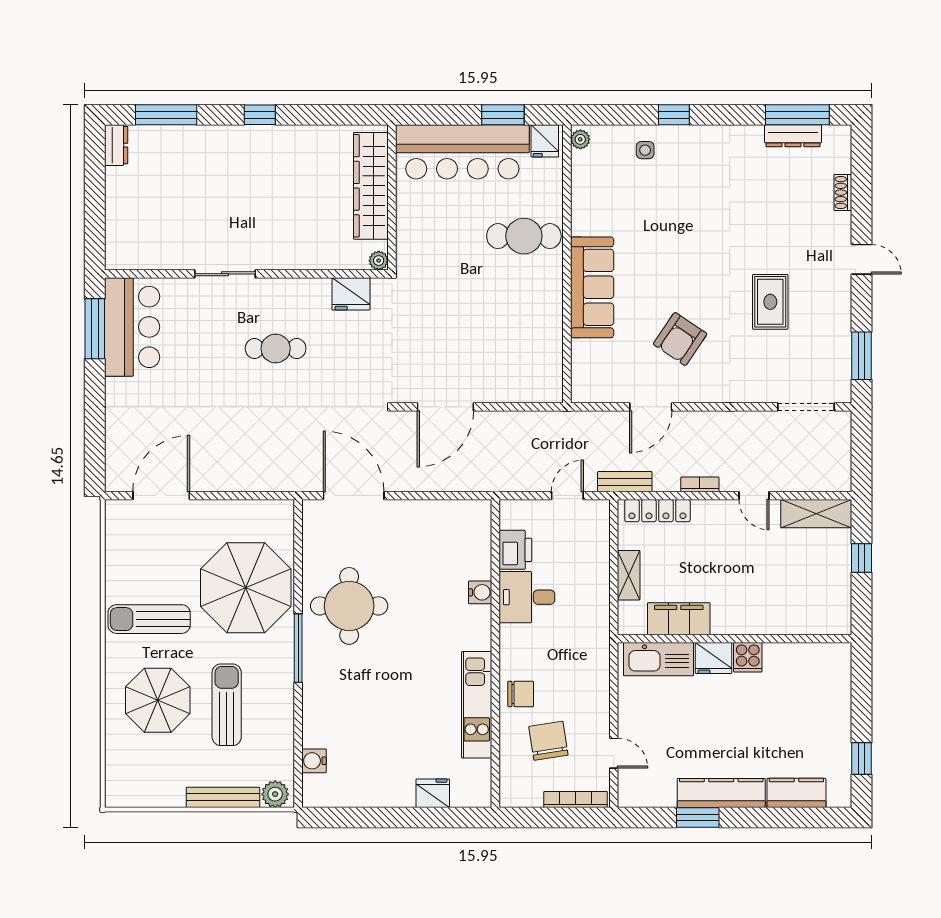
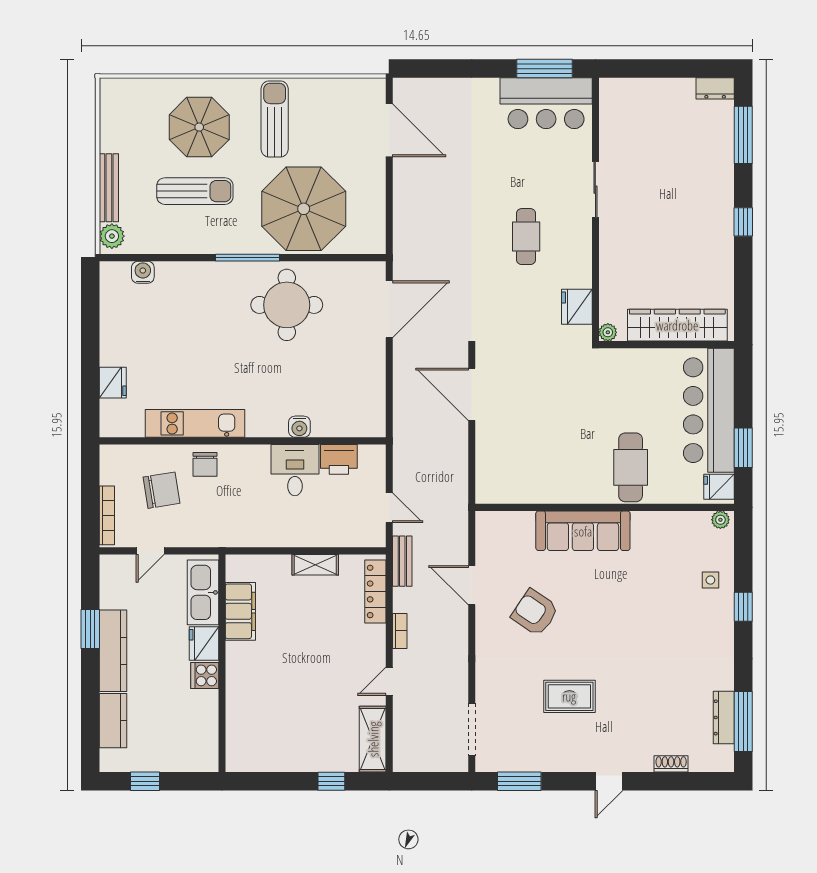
filing cabinet: (679, 619) -> (240, 611), moved
wall: (735, 639) -> (222, 663), moved
cooker: (748, 657) -> (205, 675), moved
fridge: (713, 658) -> (204, 644), moved
kitchen sink: (658, 659) -> (203, 592), moved

